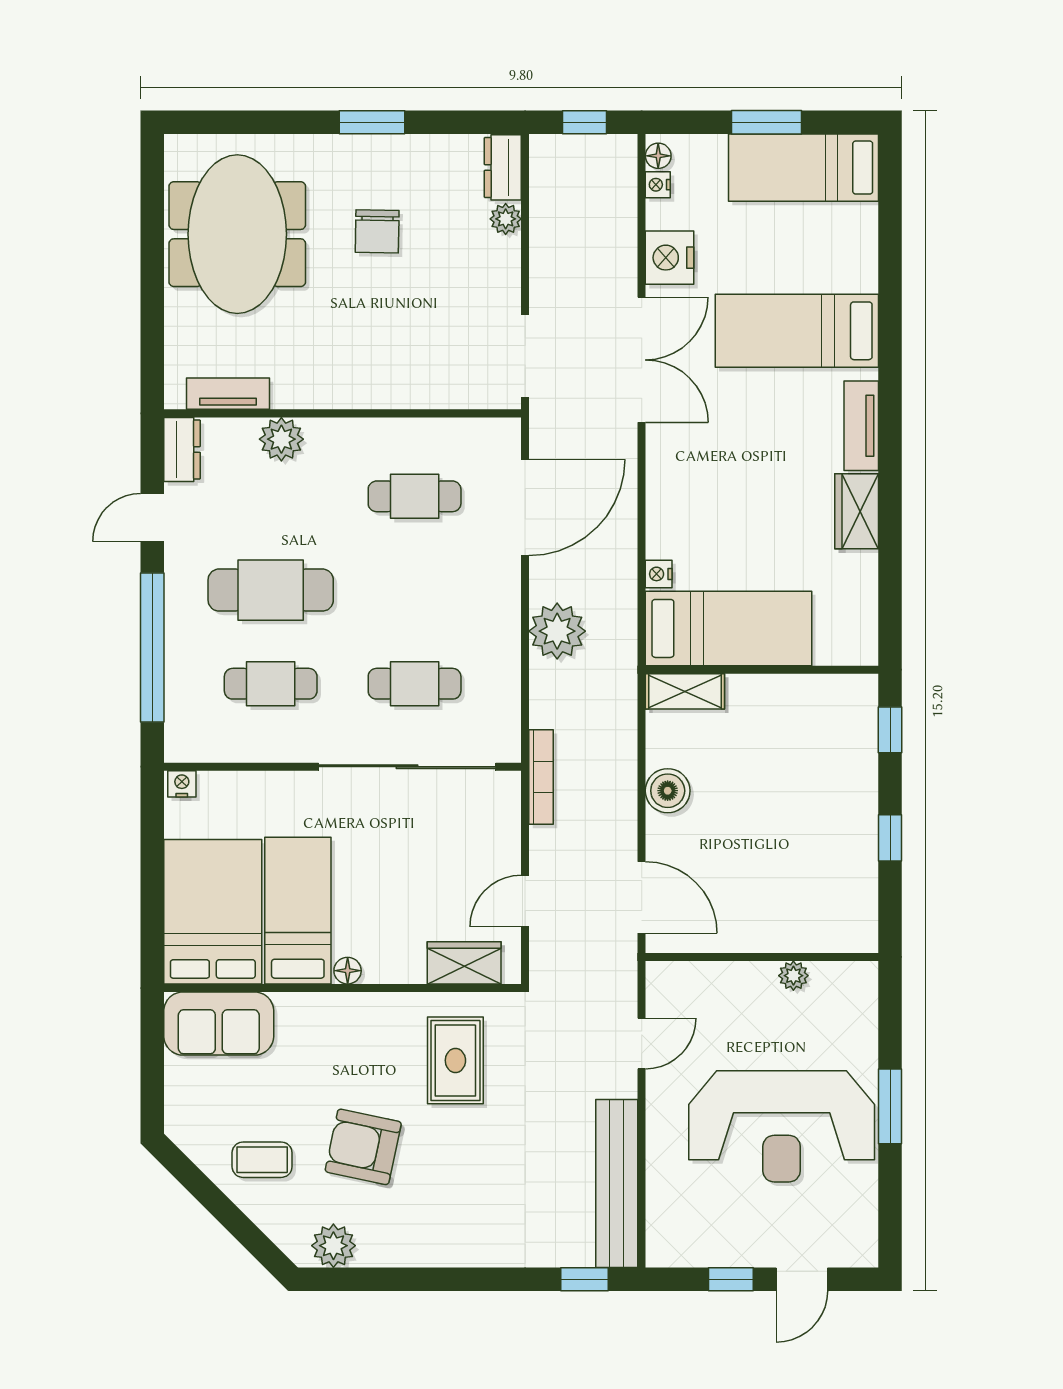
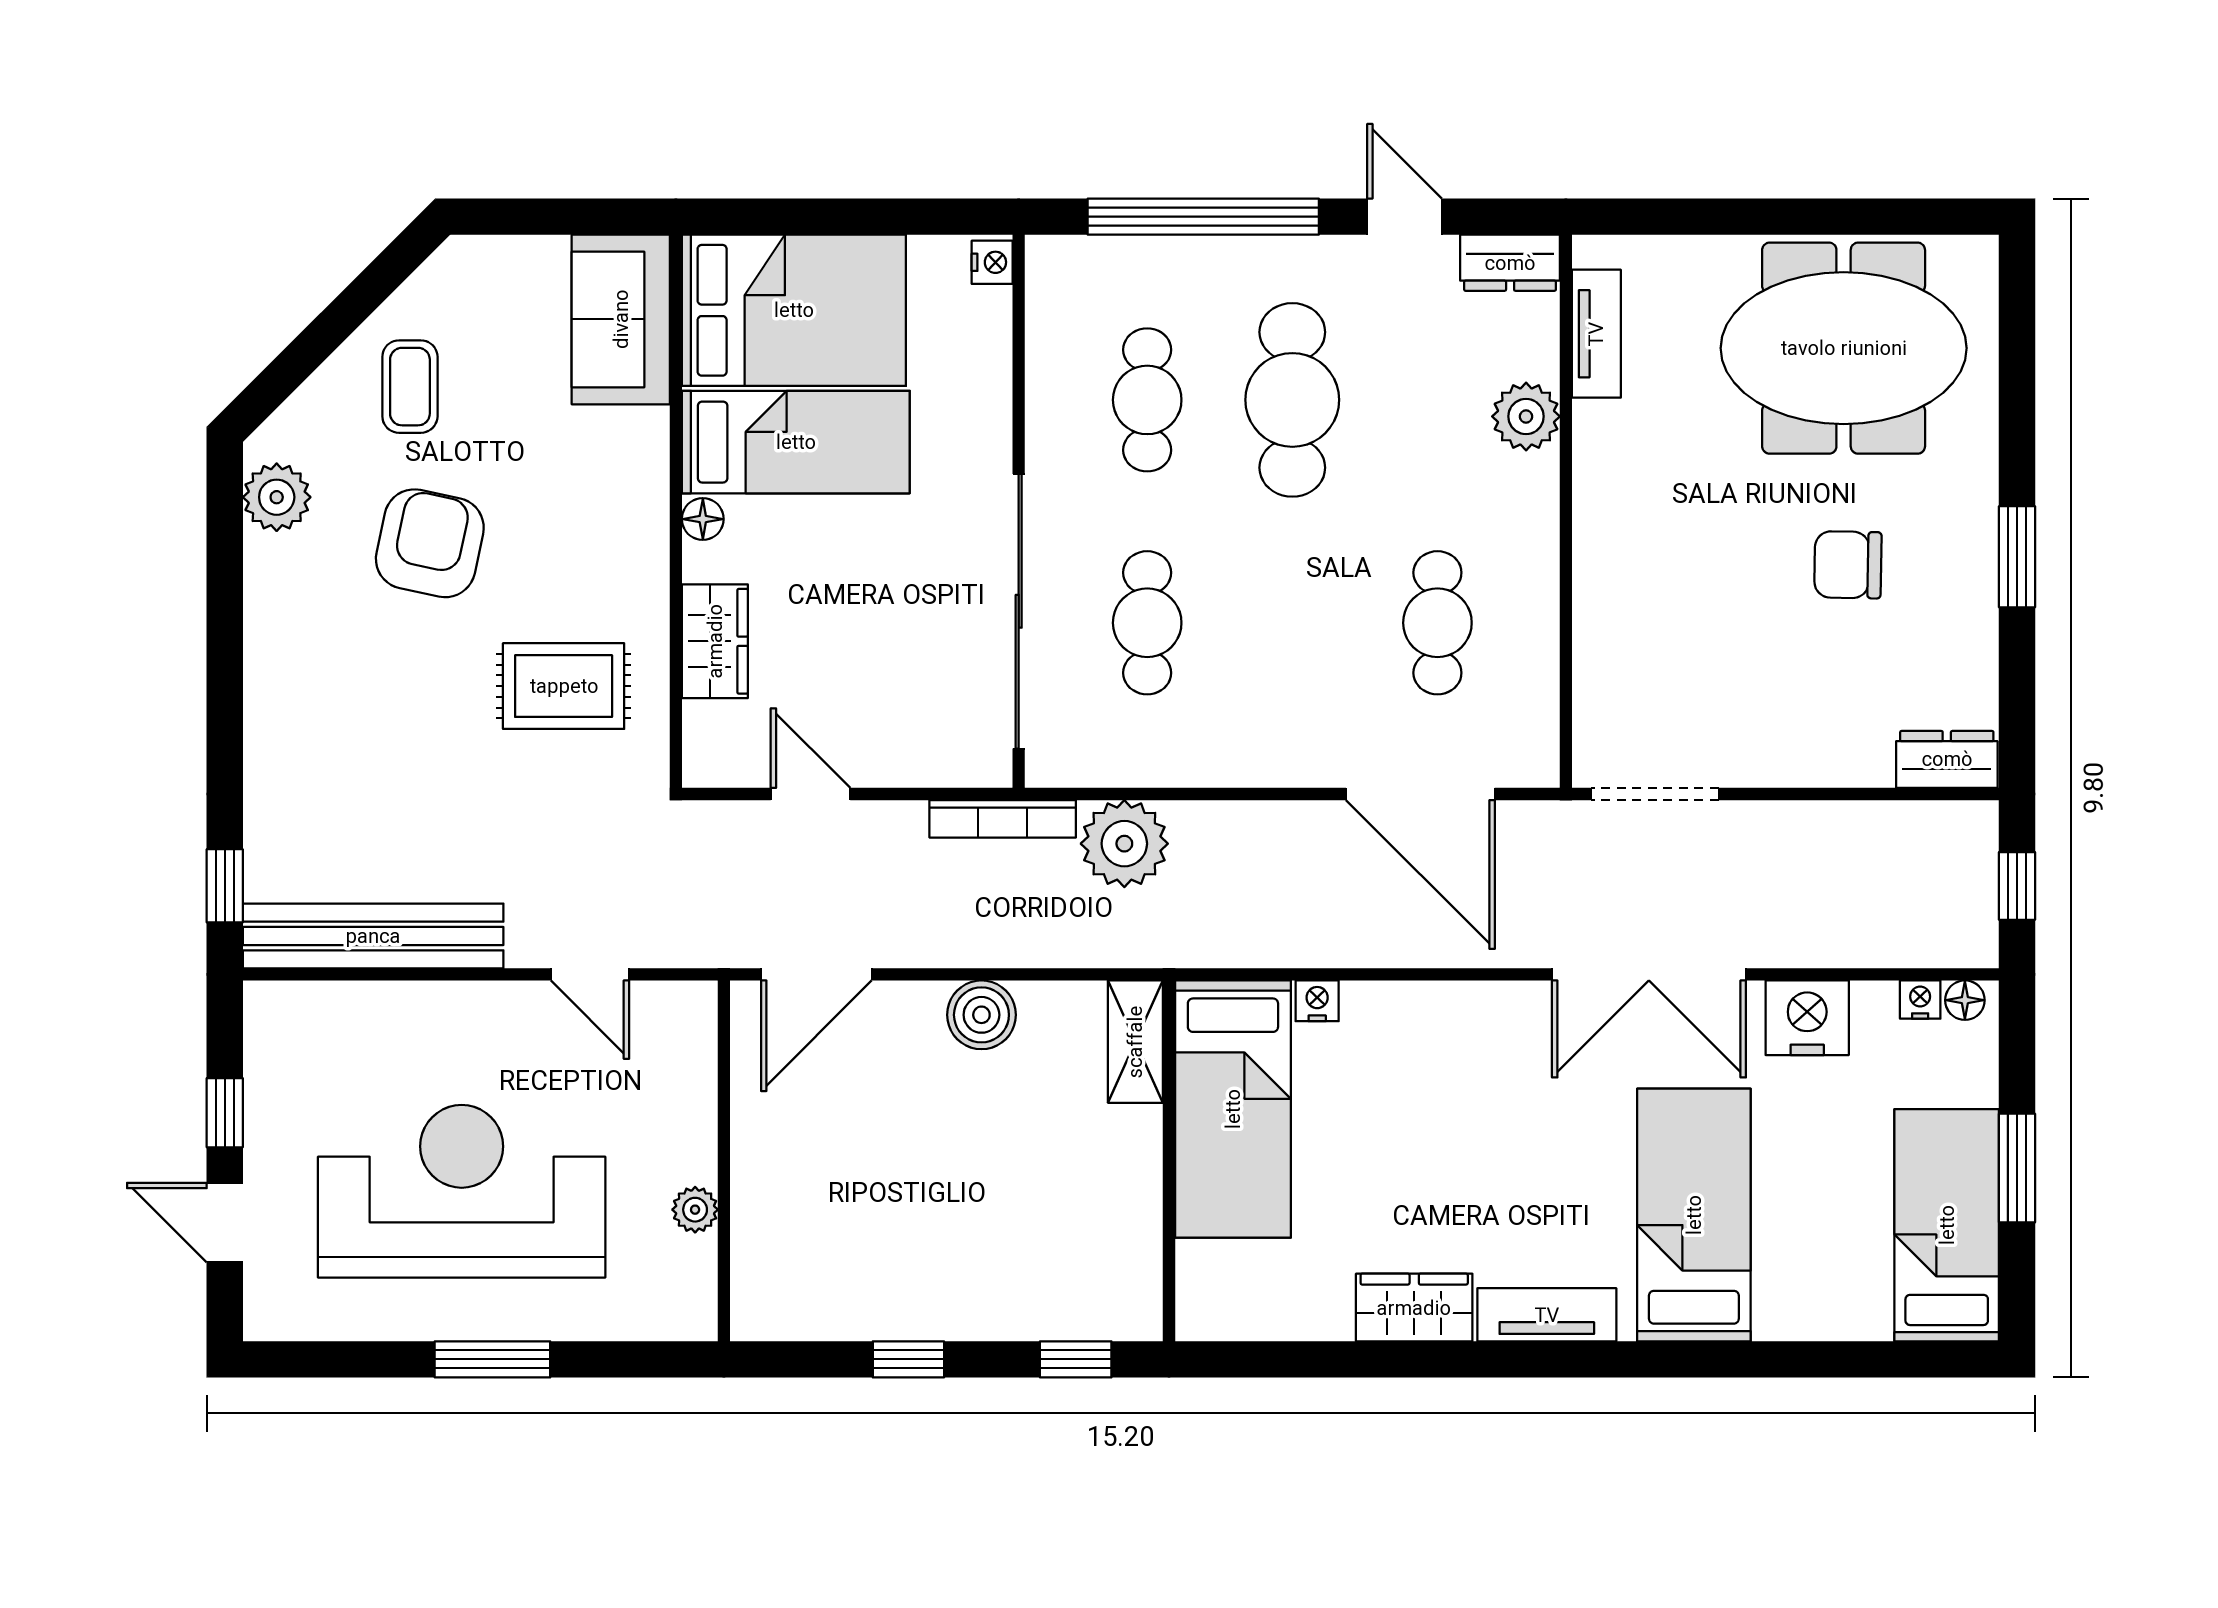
plant: (506, 219) -> (1867, 764), removed
plant: (557, 631) -> (1124, 844), moved
wardrobe: (464, 963) -> (715, 641), moved
reception desk: (782, 1126) -> (462, 1191), turned 90

